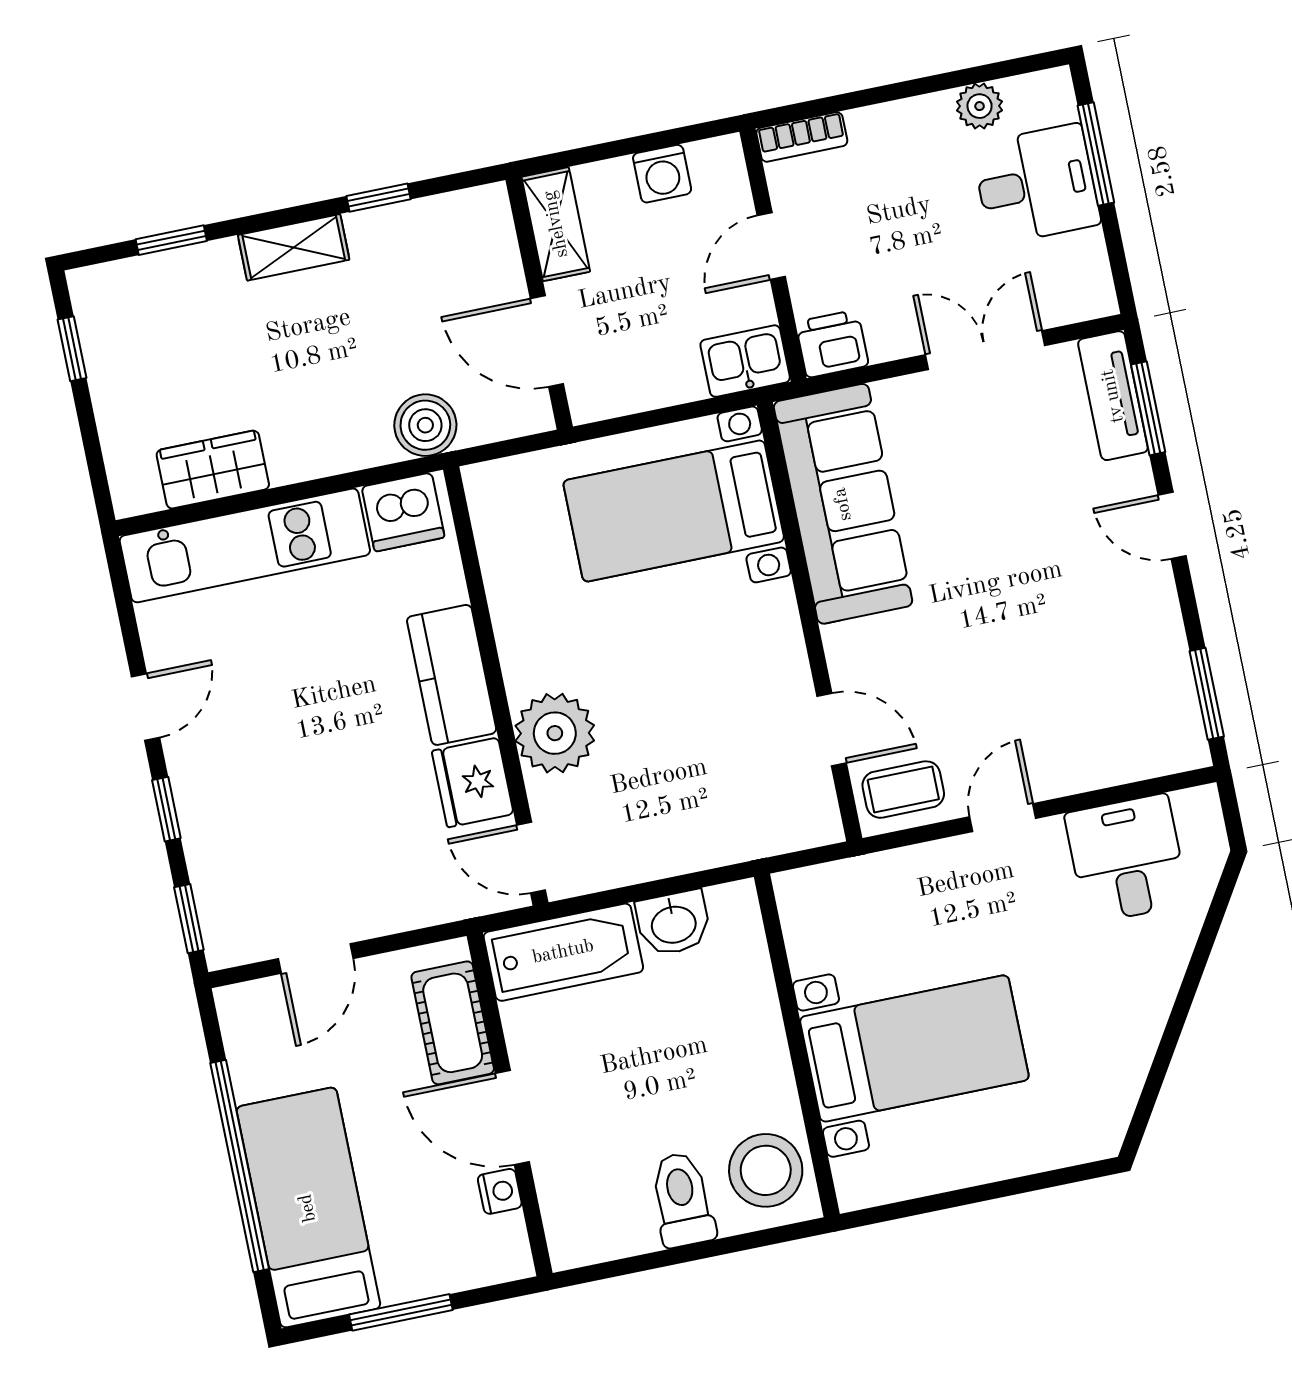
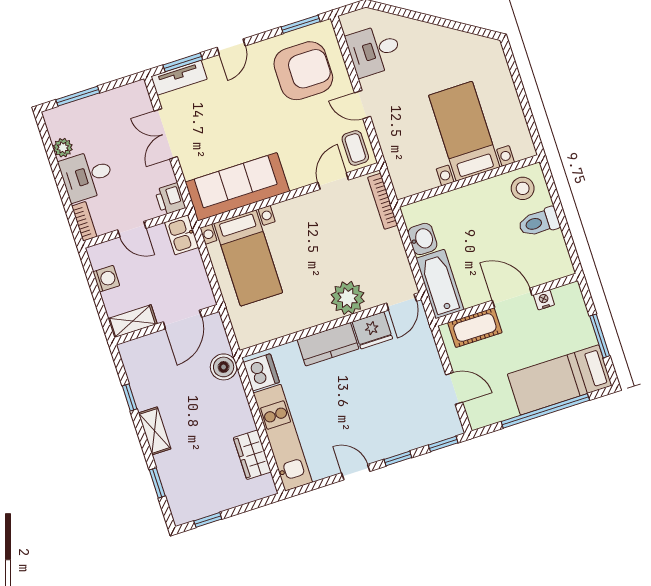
desk: (1036, 184) -> (87, 176), moved, turned -90
armchair: (1097, 688) -> (303, 71), added
bookcase: (772, 840) -> (383, 201), added
door: (512, 1118) -> (512, 298), swing flipped
stool: (766, 1170) -> (523, 188), width x0.73, depth x0.73

